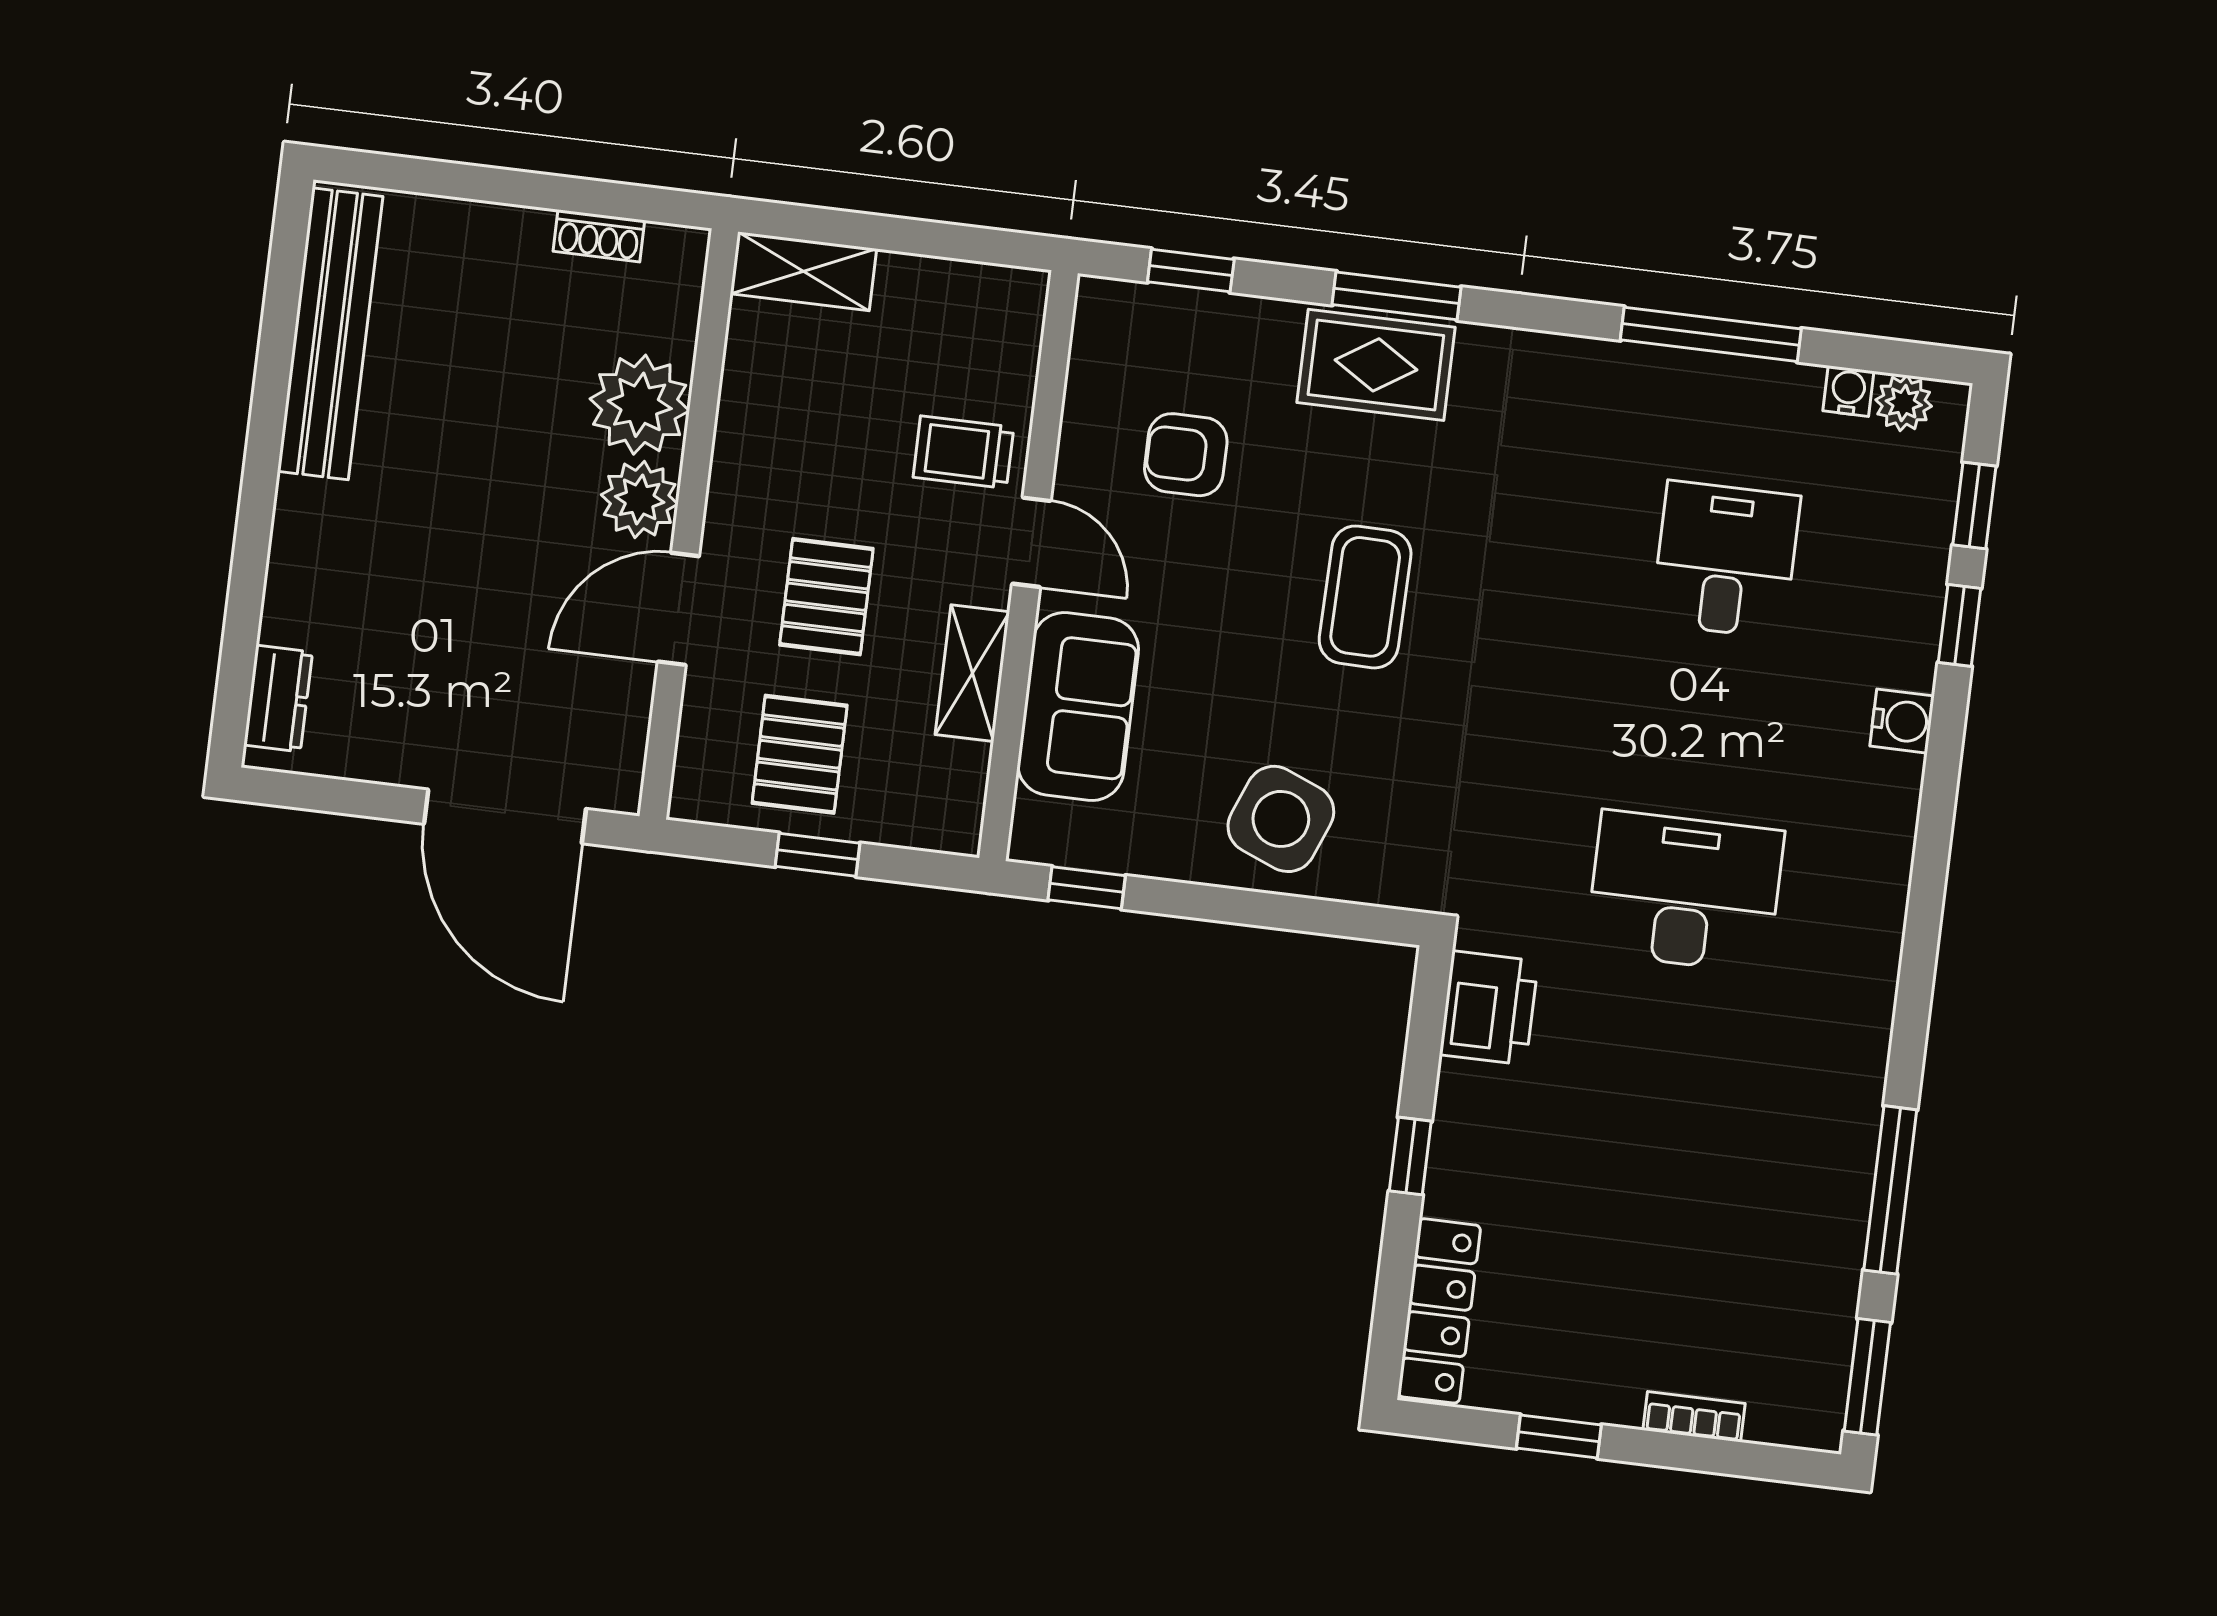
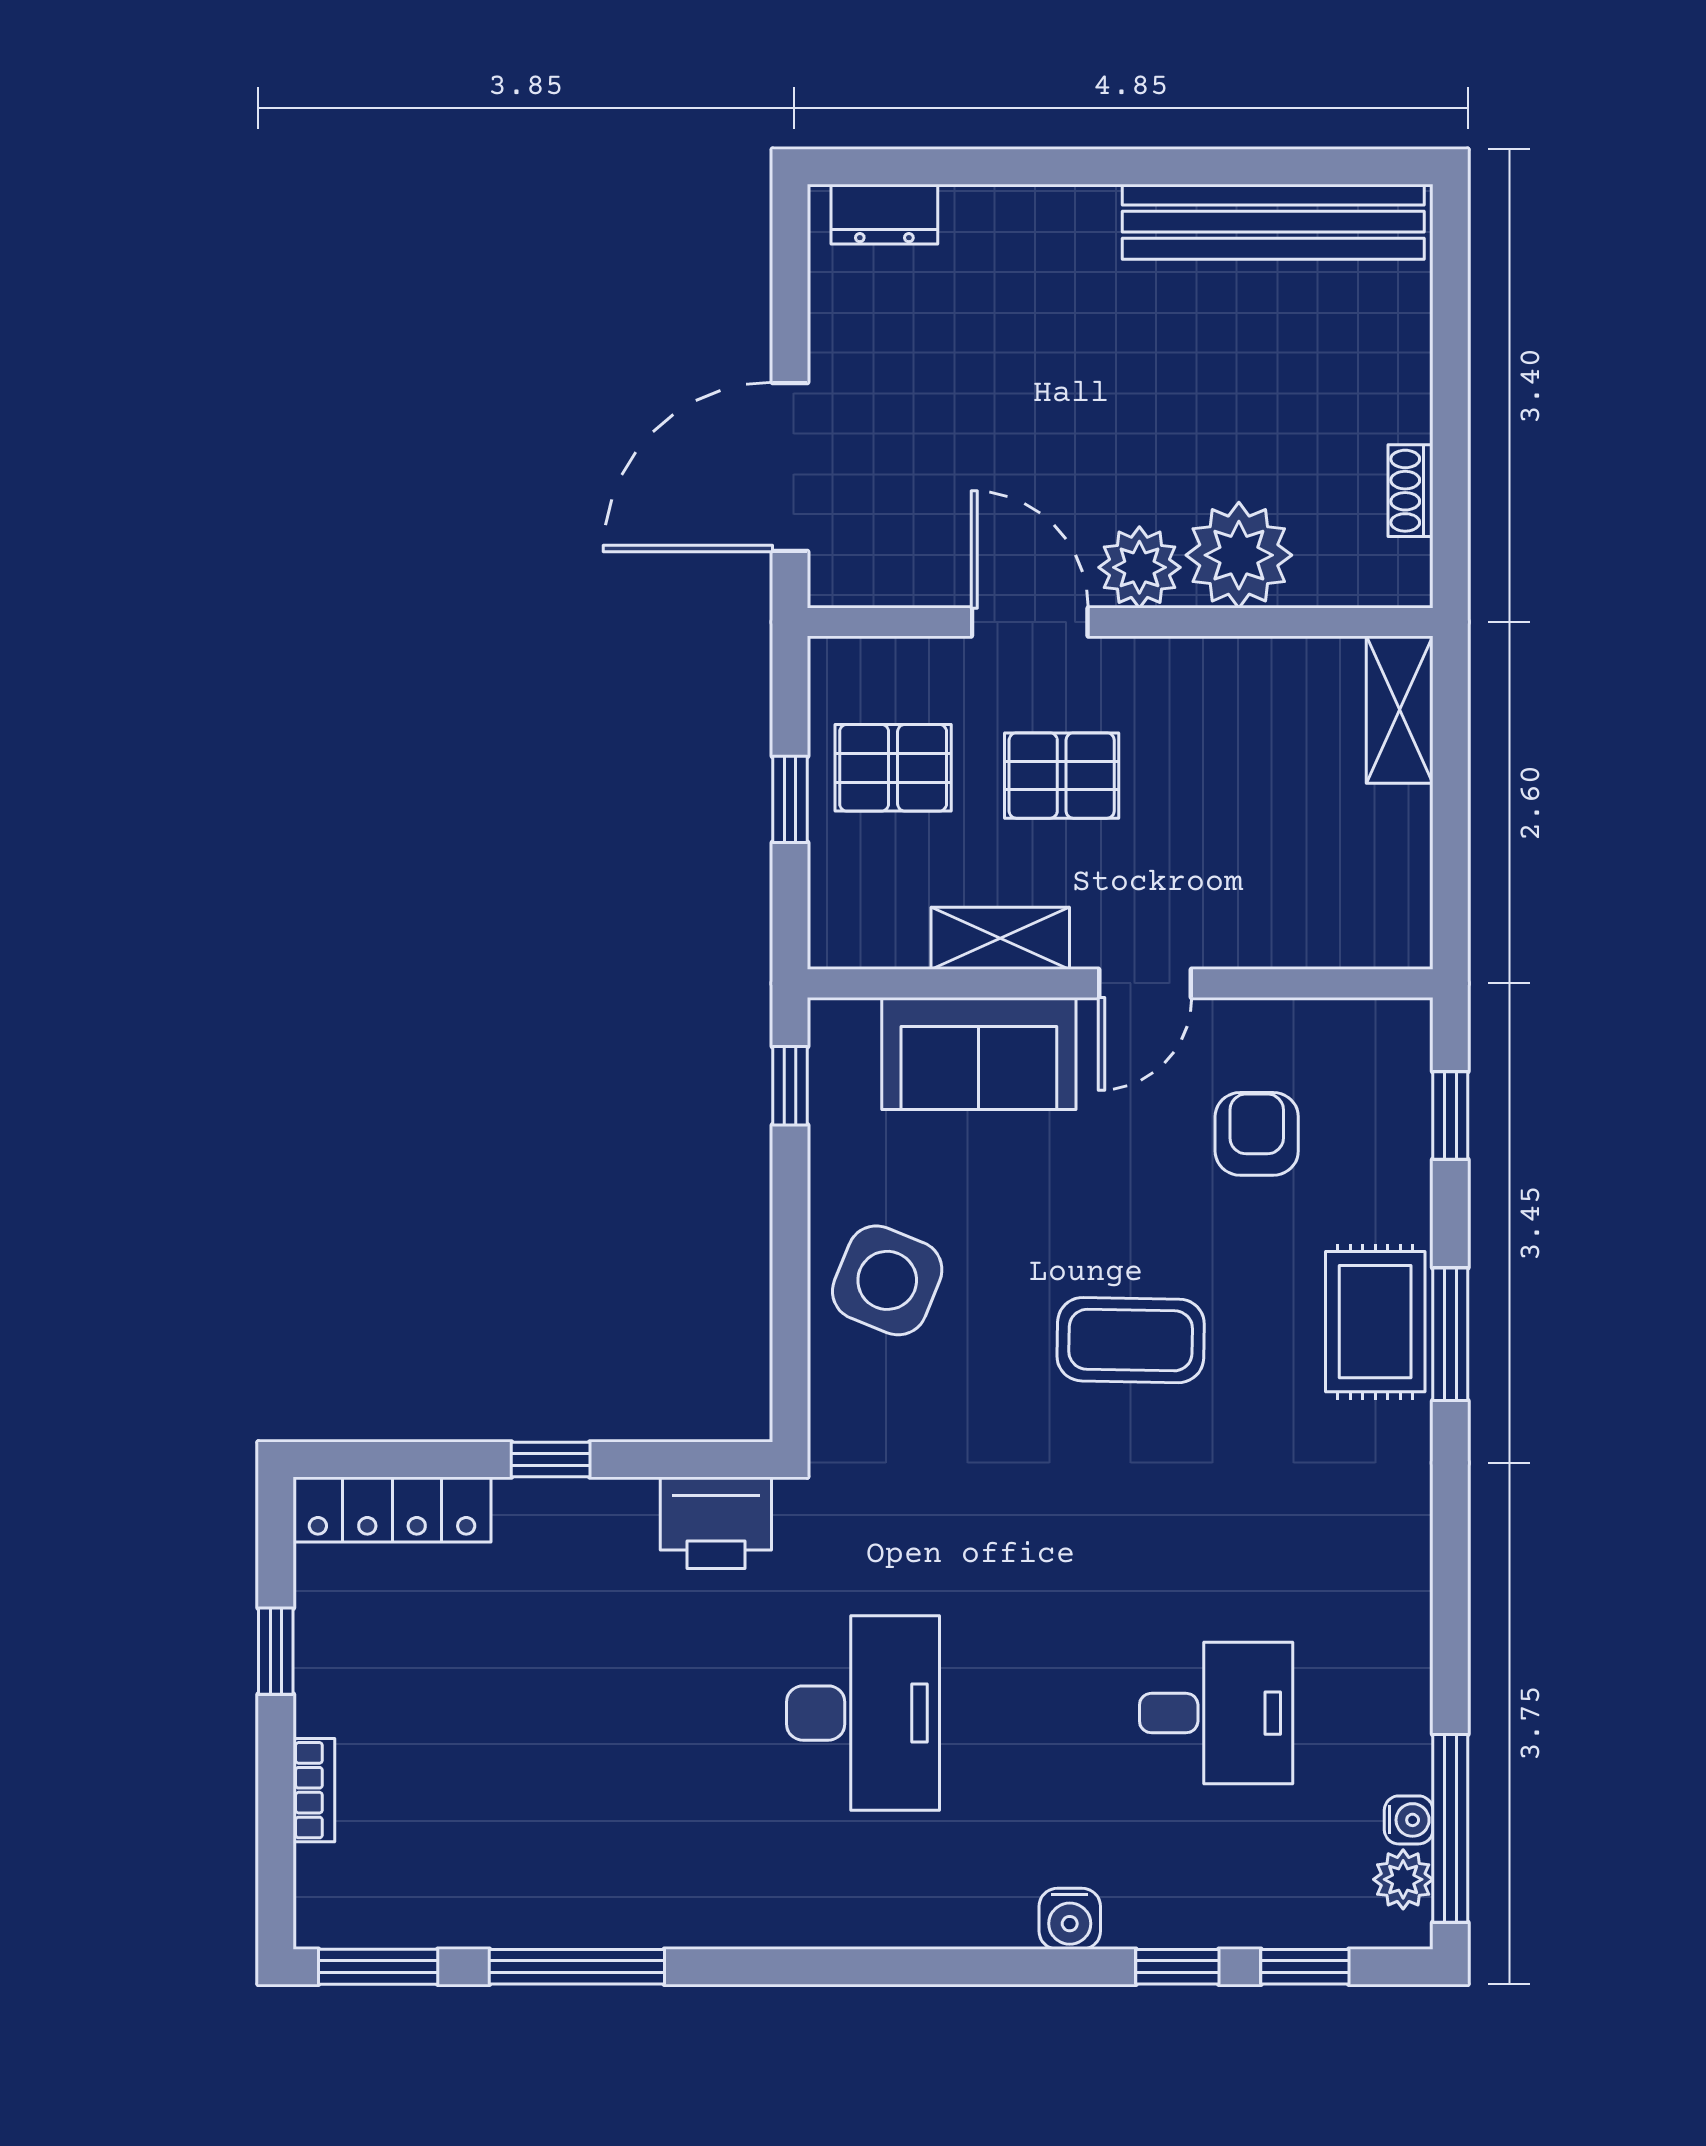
window: (1711, 334) -> (1450, 1828), moved
trolley: (963, 452) -> (1231, 901), removed

